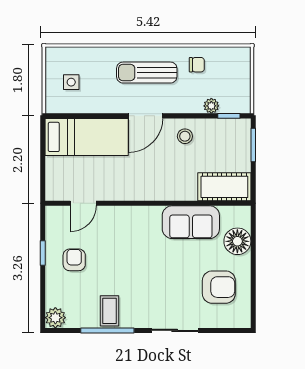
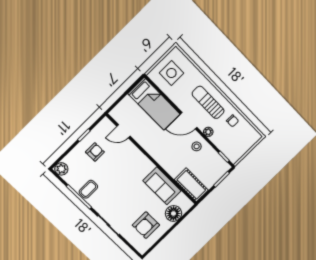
side table: (71, 82) -> (171, 73), width x1.87, depth x1.87
plant: (211, 106) -> (208, 132), moved
armchair: (219, 287) -> (146, 225), turned 90

